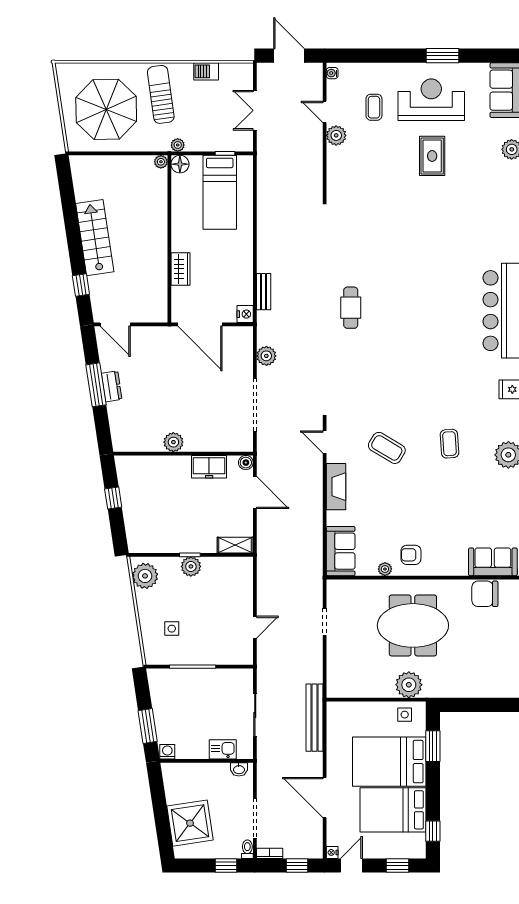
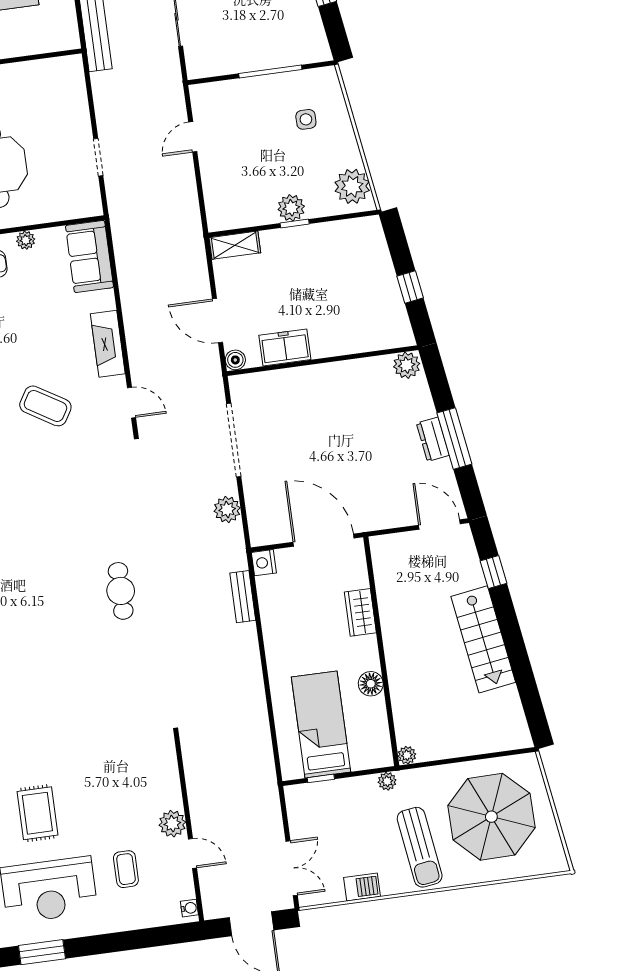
double door: (255, 110) -> (292, 868), moved
floor lamp: (180, 164) -> (371, 684), moved
plant: (173, 442) -> (407, 365), moved

